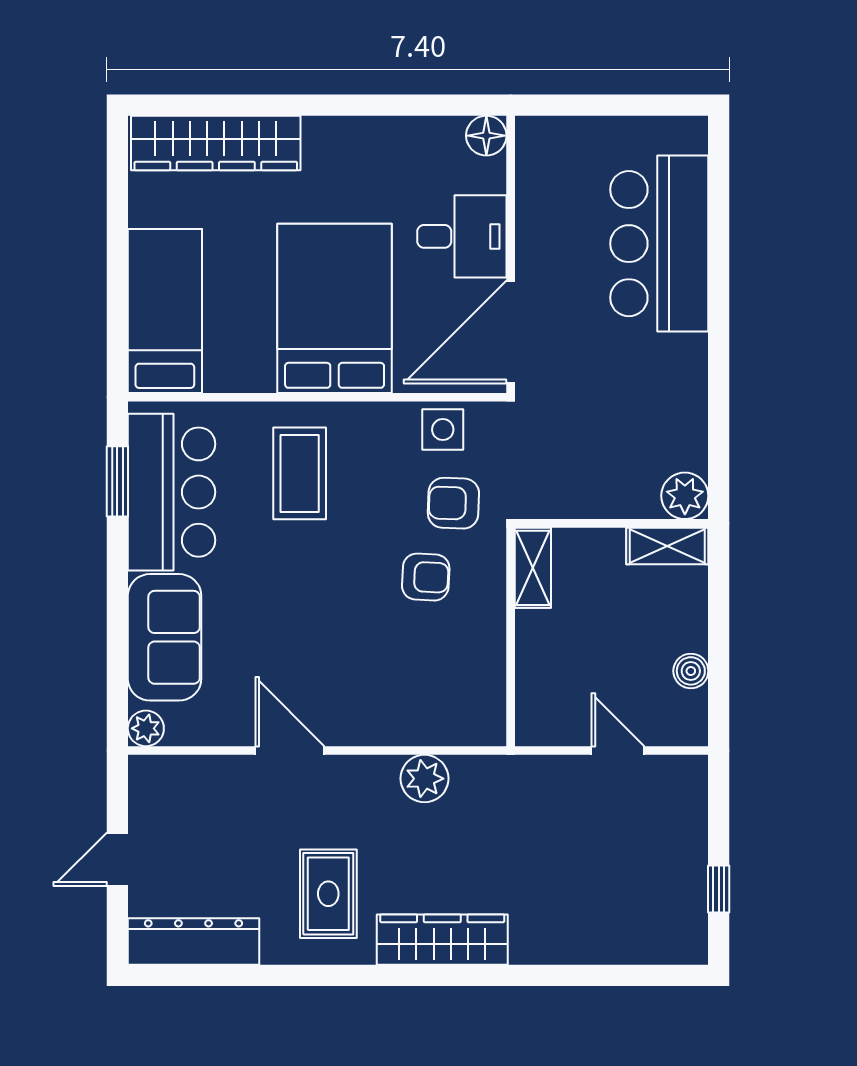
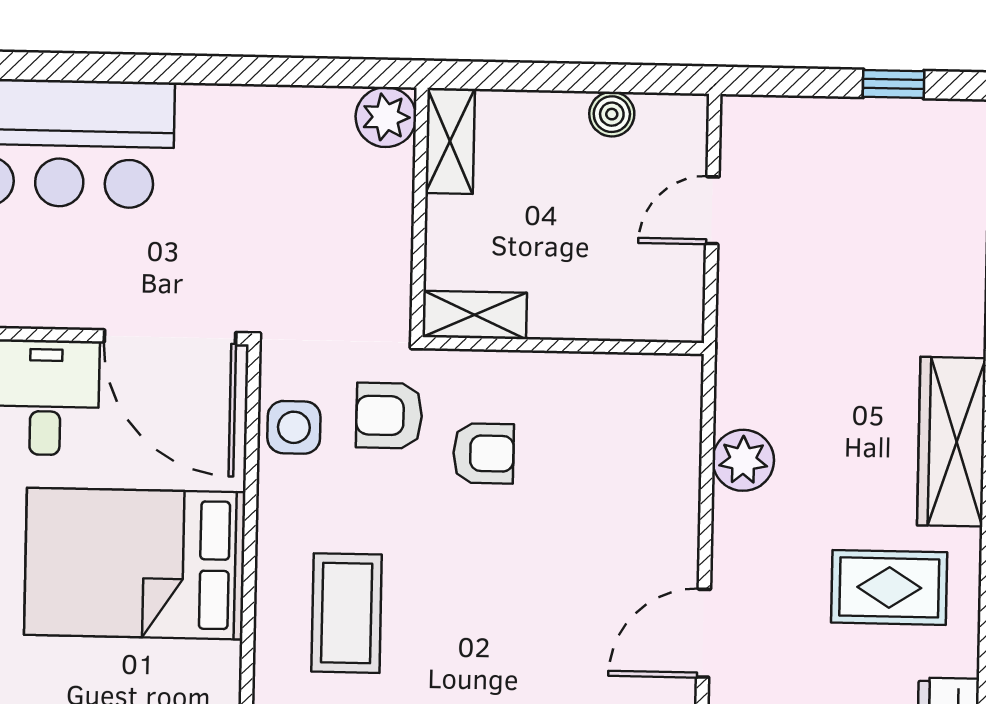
coffee table: (300, 473) -> (347, 613), turned 90
armchair: (453, 503) -> (389, 416), turned 88
armchair: (426, 577) -> (484, 453), turned 87

